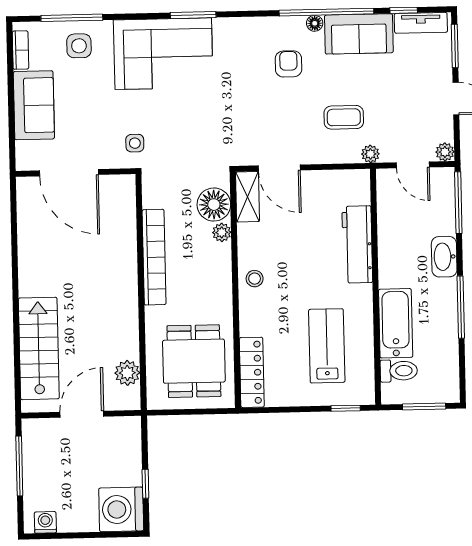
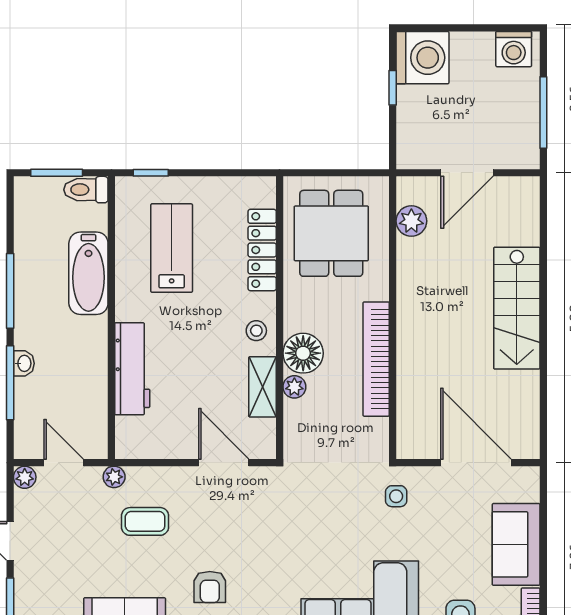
shelving: (248, 197) -> (263, 387), moved
window: (458, 203) -> (10, 383), moved
floor lamp: (214, 205) -> (303, 353), moved
washbasin: (444, 257) -> (24, 363), width x0.52, depth x0.69
lab bench: (327, 346) -> (172, 248), turned 180
stairs: (39, 348) -> (517, 308), moved
toilet: (399, 371) -> (86, 190), moved
locker: (252, 372) -> (262, 250), moved
washing machine: (45, 522) -> (514, 49), width x1.38, depth x1.38

